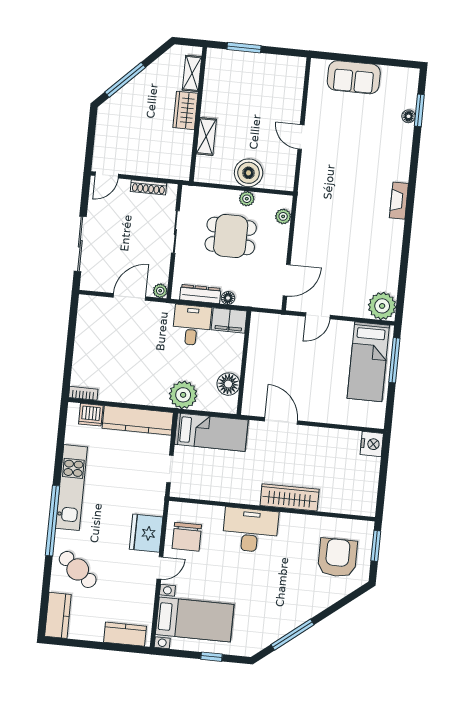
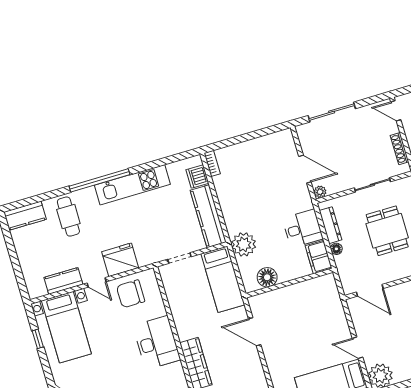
door: (318, 316) -> (358, 348), moved
door: (281, 421) -> (255, 332), swing flipped
cafe table: (78, 569) -> (68, 217), turned -39
kitchen counter: (125, 634) -> (63, 281), moved, turned -90
window: (211, 657) -> (38, 339), moved

